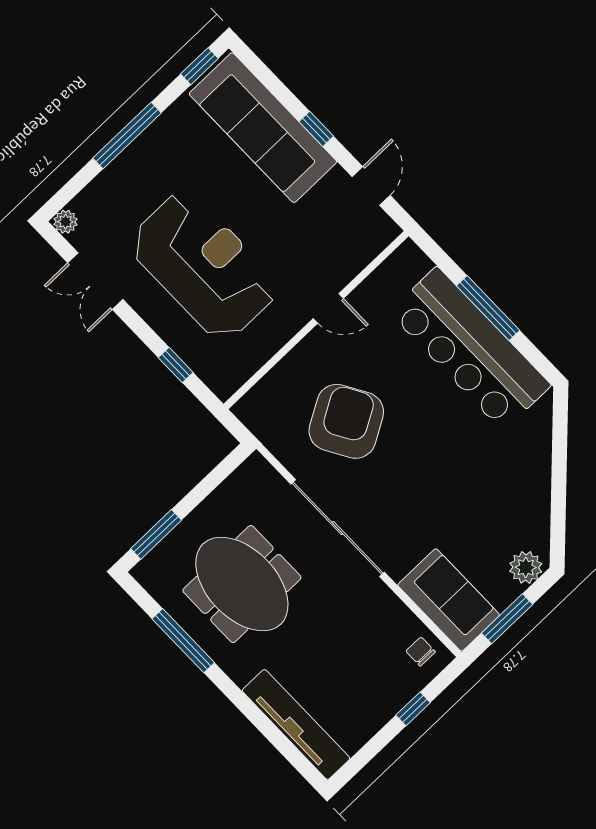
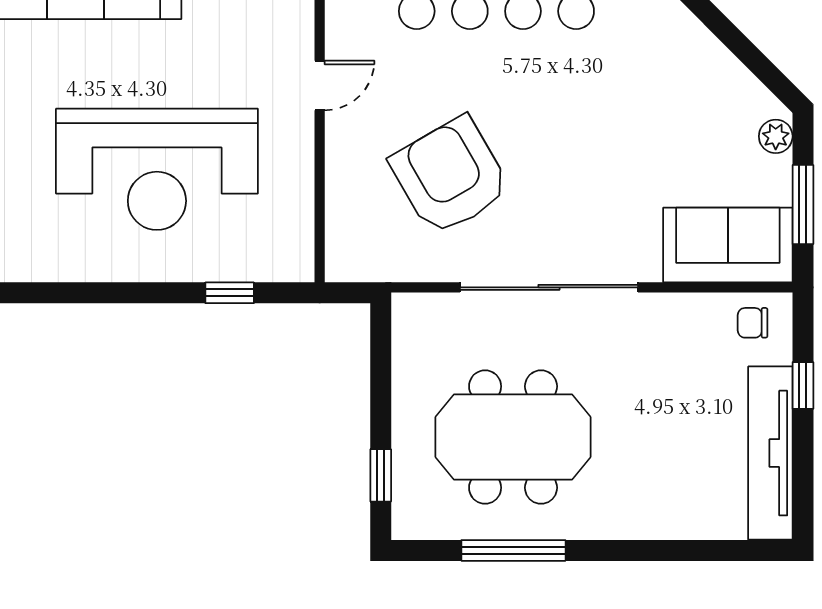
reception desk: (204, 266) -> (157, 169), turned 180
double door: (95, 281) -> (68, 293), removed
window: (156, 534) -> (381, 475), width x0.67
plant: (526, 567) -> (776, 136), width x0.73, depth x0.73
tv unit: (296, 724) -> (770, 453), moved, turned -90

